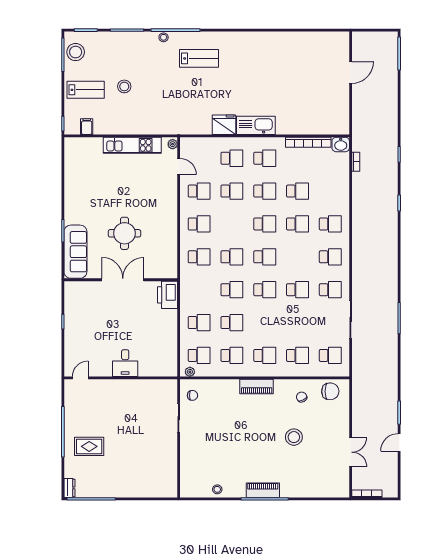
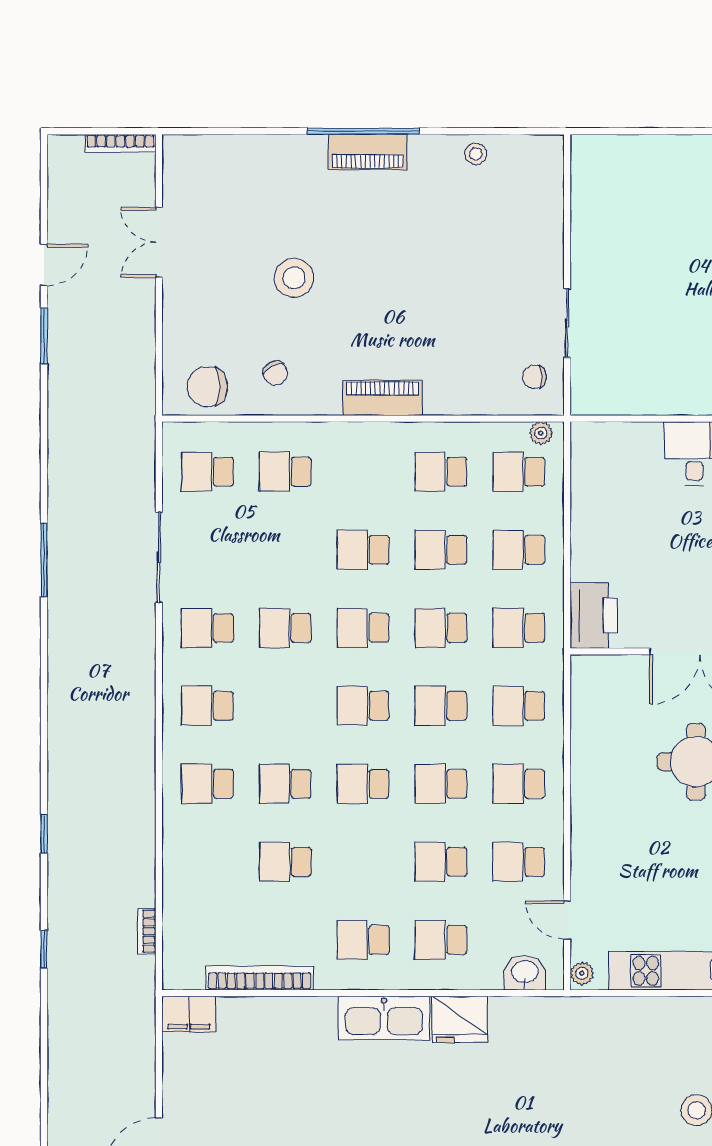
filing cabinet: (338, 127) -> (189, 1014), added
washbasin: (341, 144) -> (525, 973), moved
school desk: (265, 191) -> (441, 784), moved
school desk: (199, 290) -> (519, 628), added
school desk: (265, 355) -> (363, 550), moved

